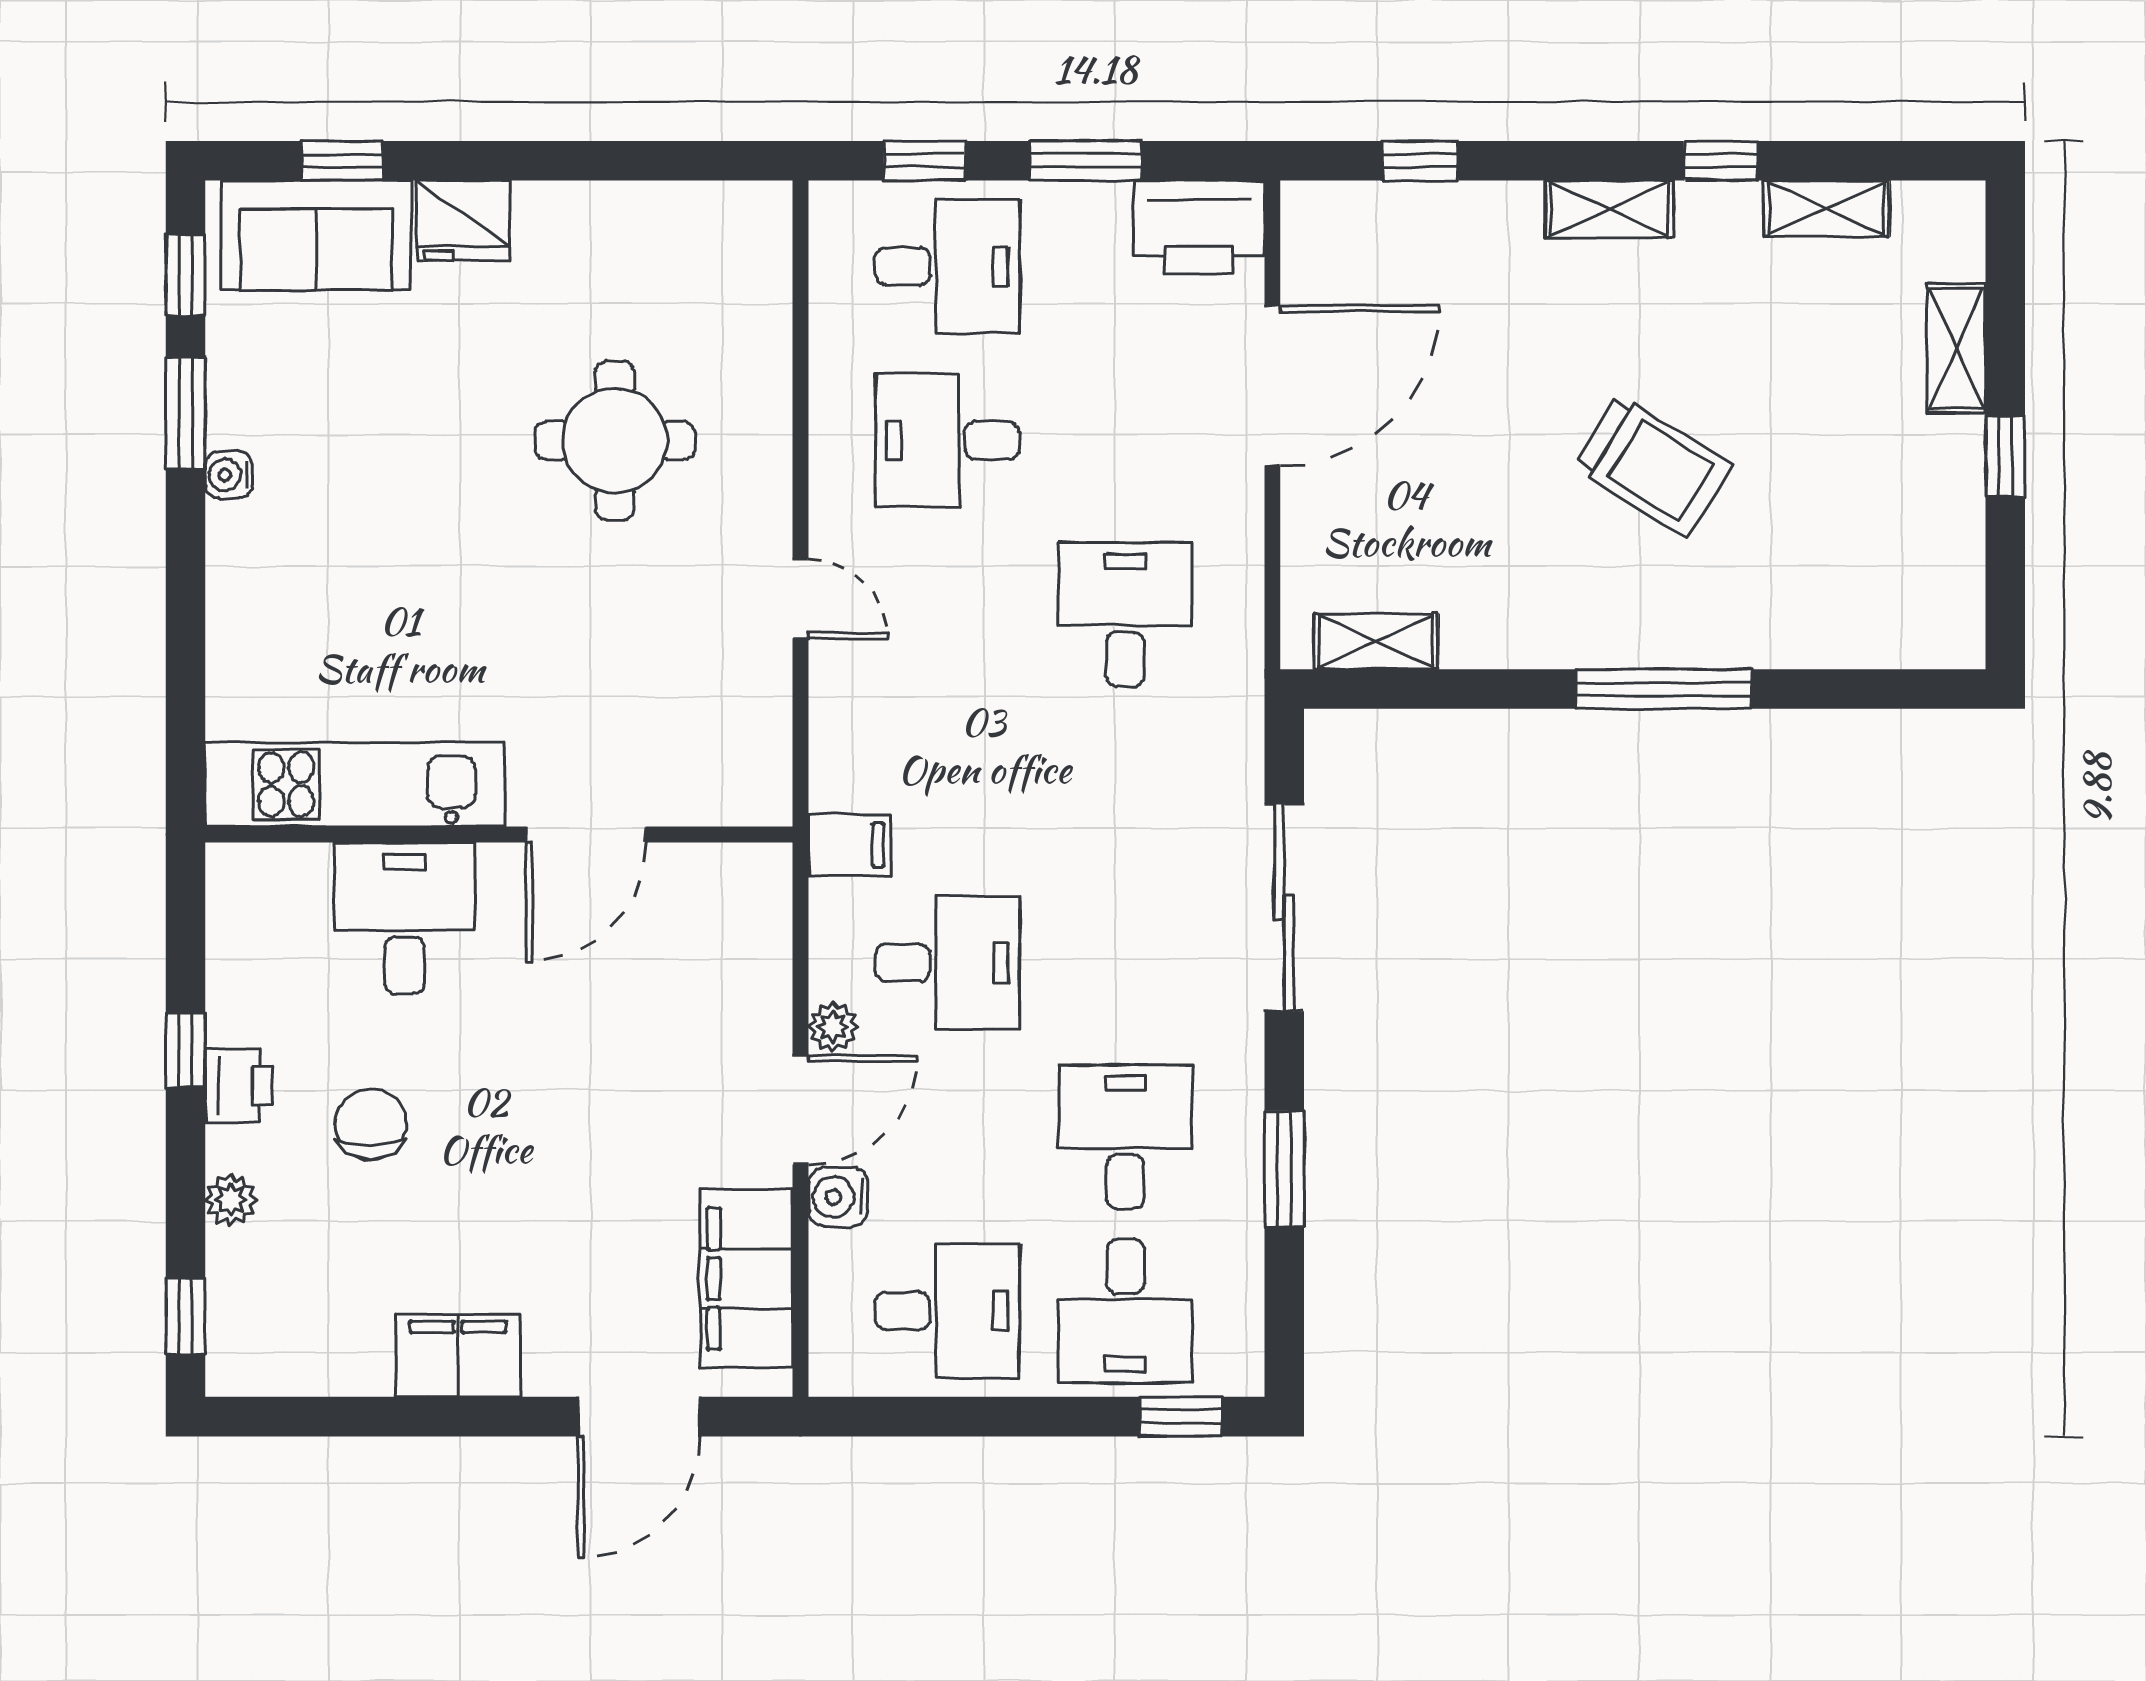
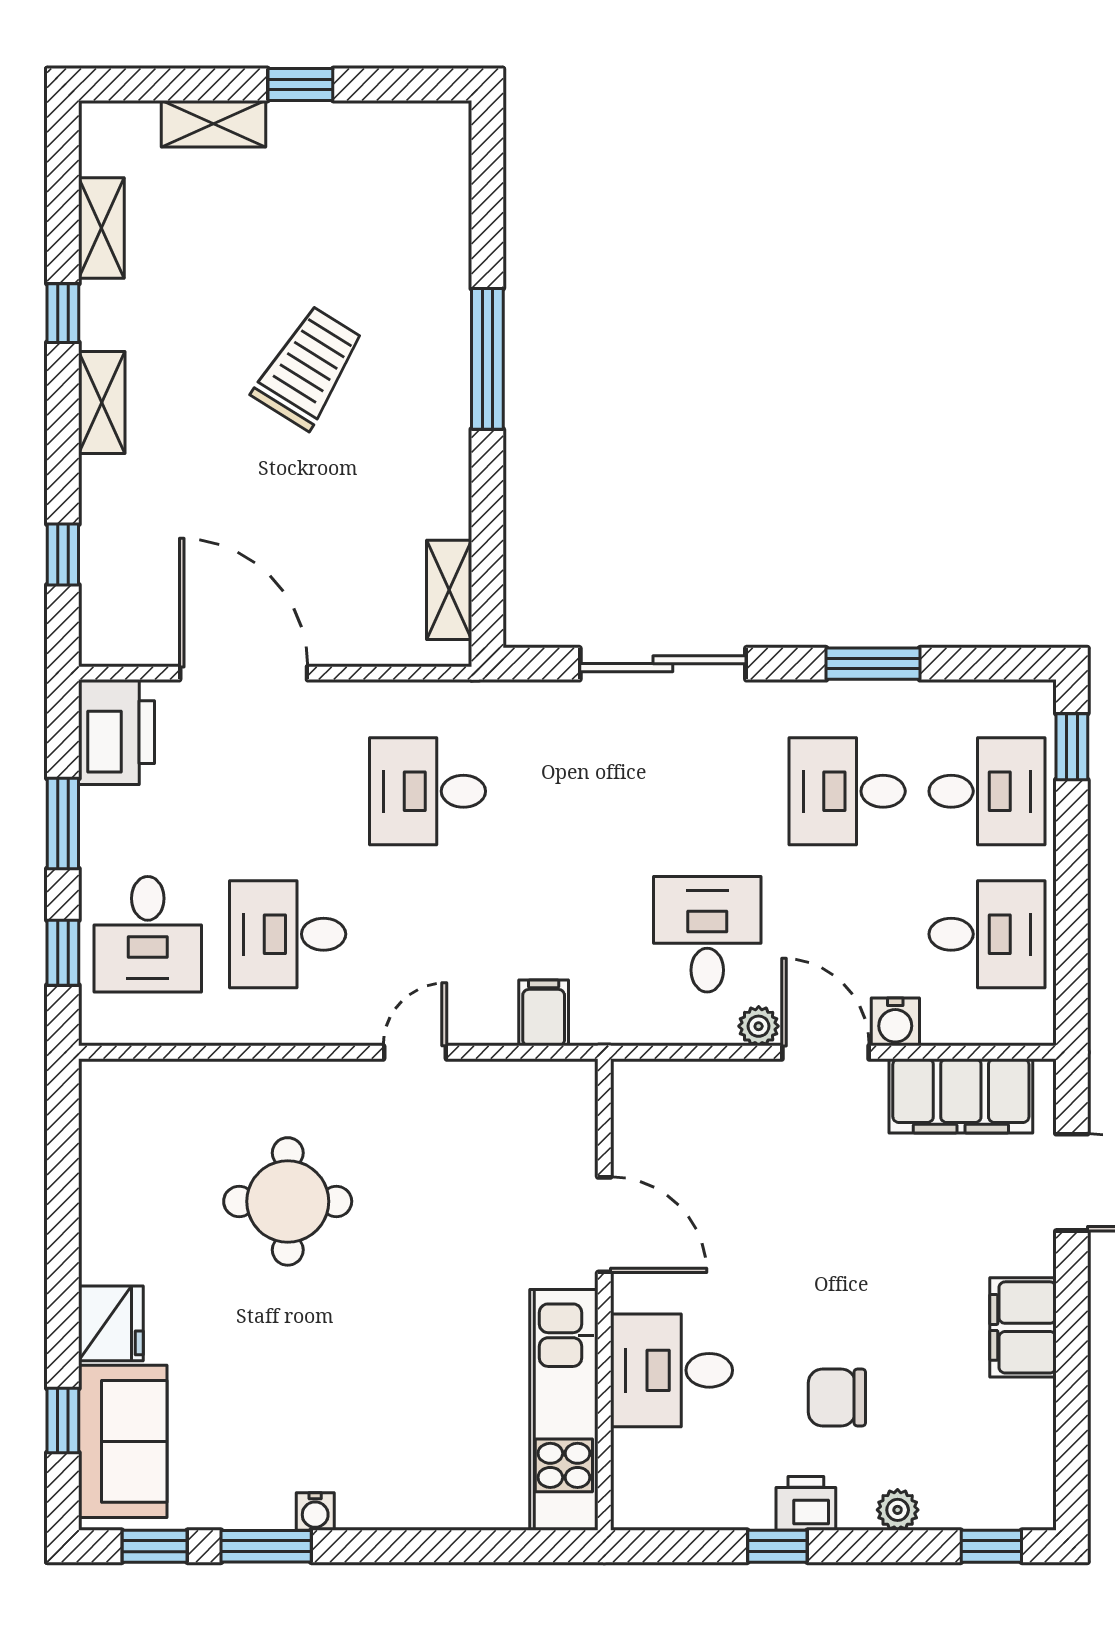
desk: (947, 266) -> (148, 934), turned 180
desk: (947, 440) -> (288, 934), turned 90
filing cabinet: (849, 845) -> (544, 1013), moved
desk: (947, 1311) -> (987, 934), turned 90

